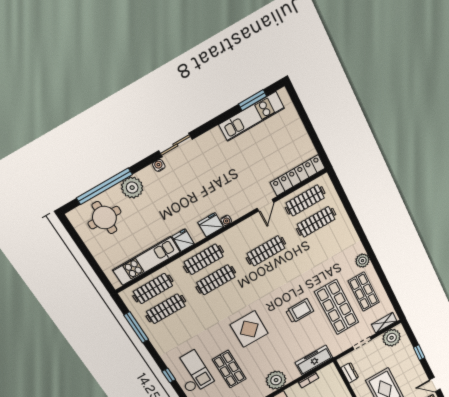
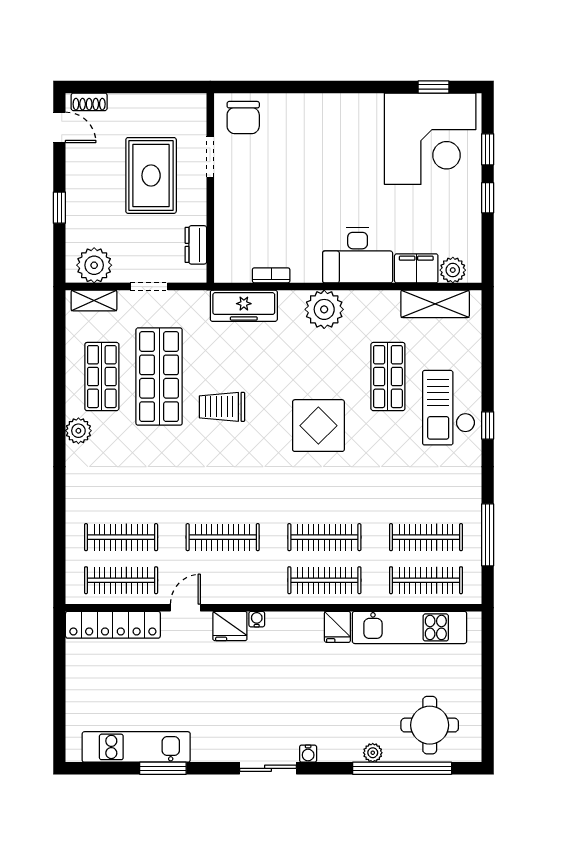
window: (253, 100) -> (163, 768), moved
plant: (132, 188) -> (373, 753), width x0.53, depth x0.53
fridge: (211, 225) -> (230, 626), moved

